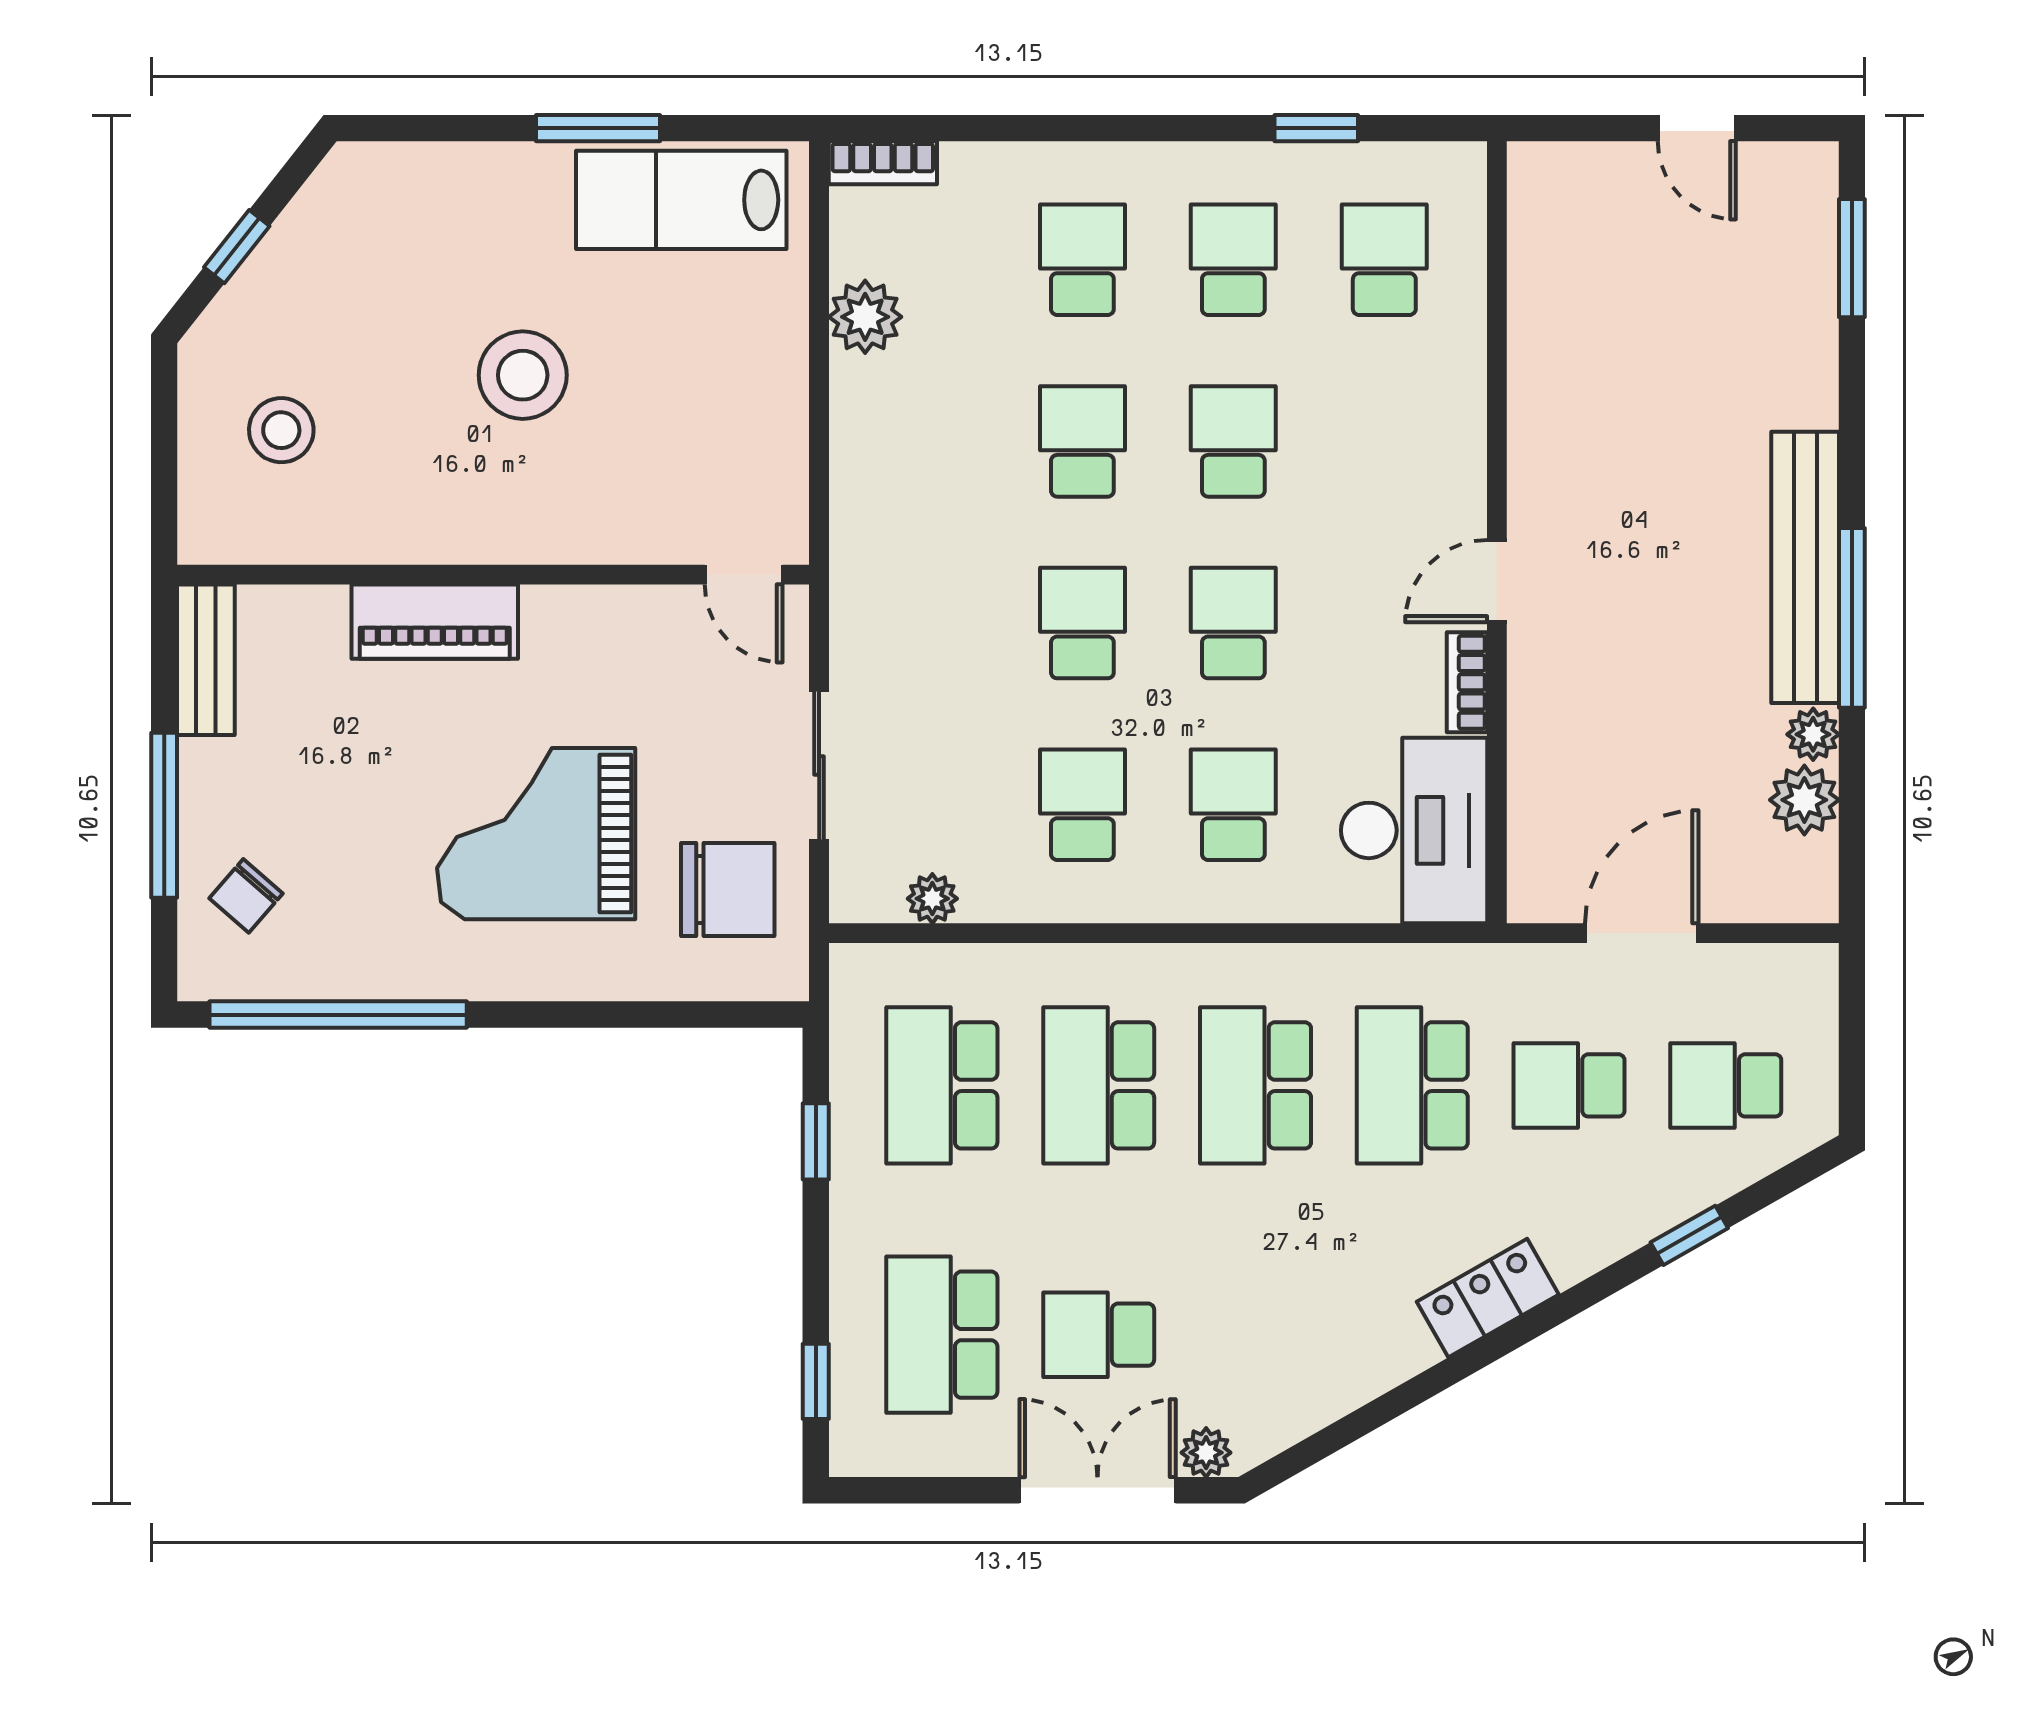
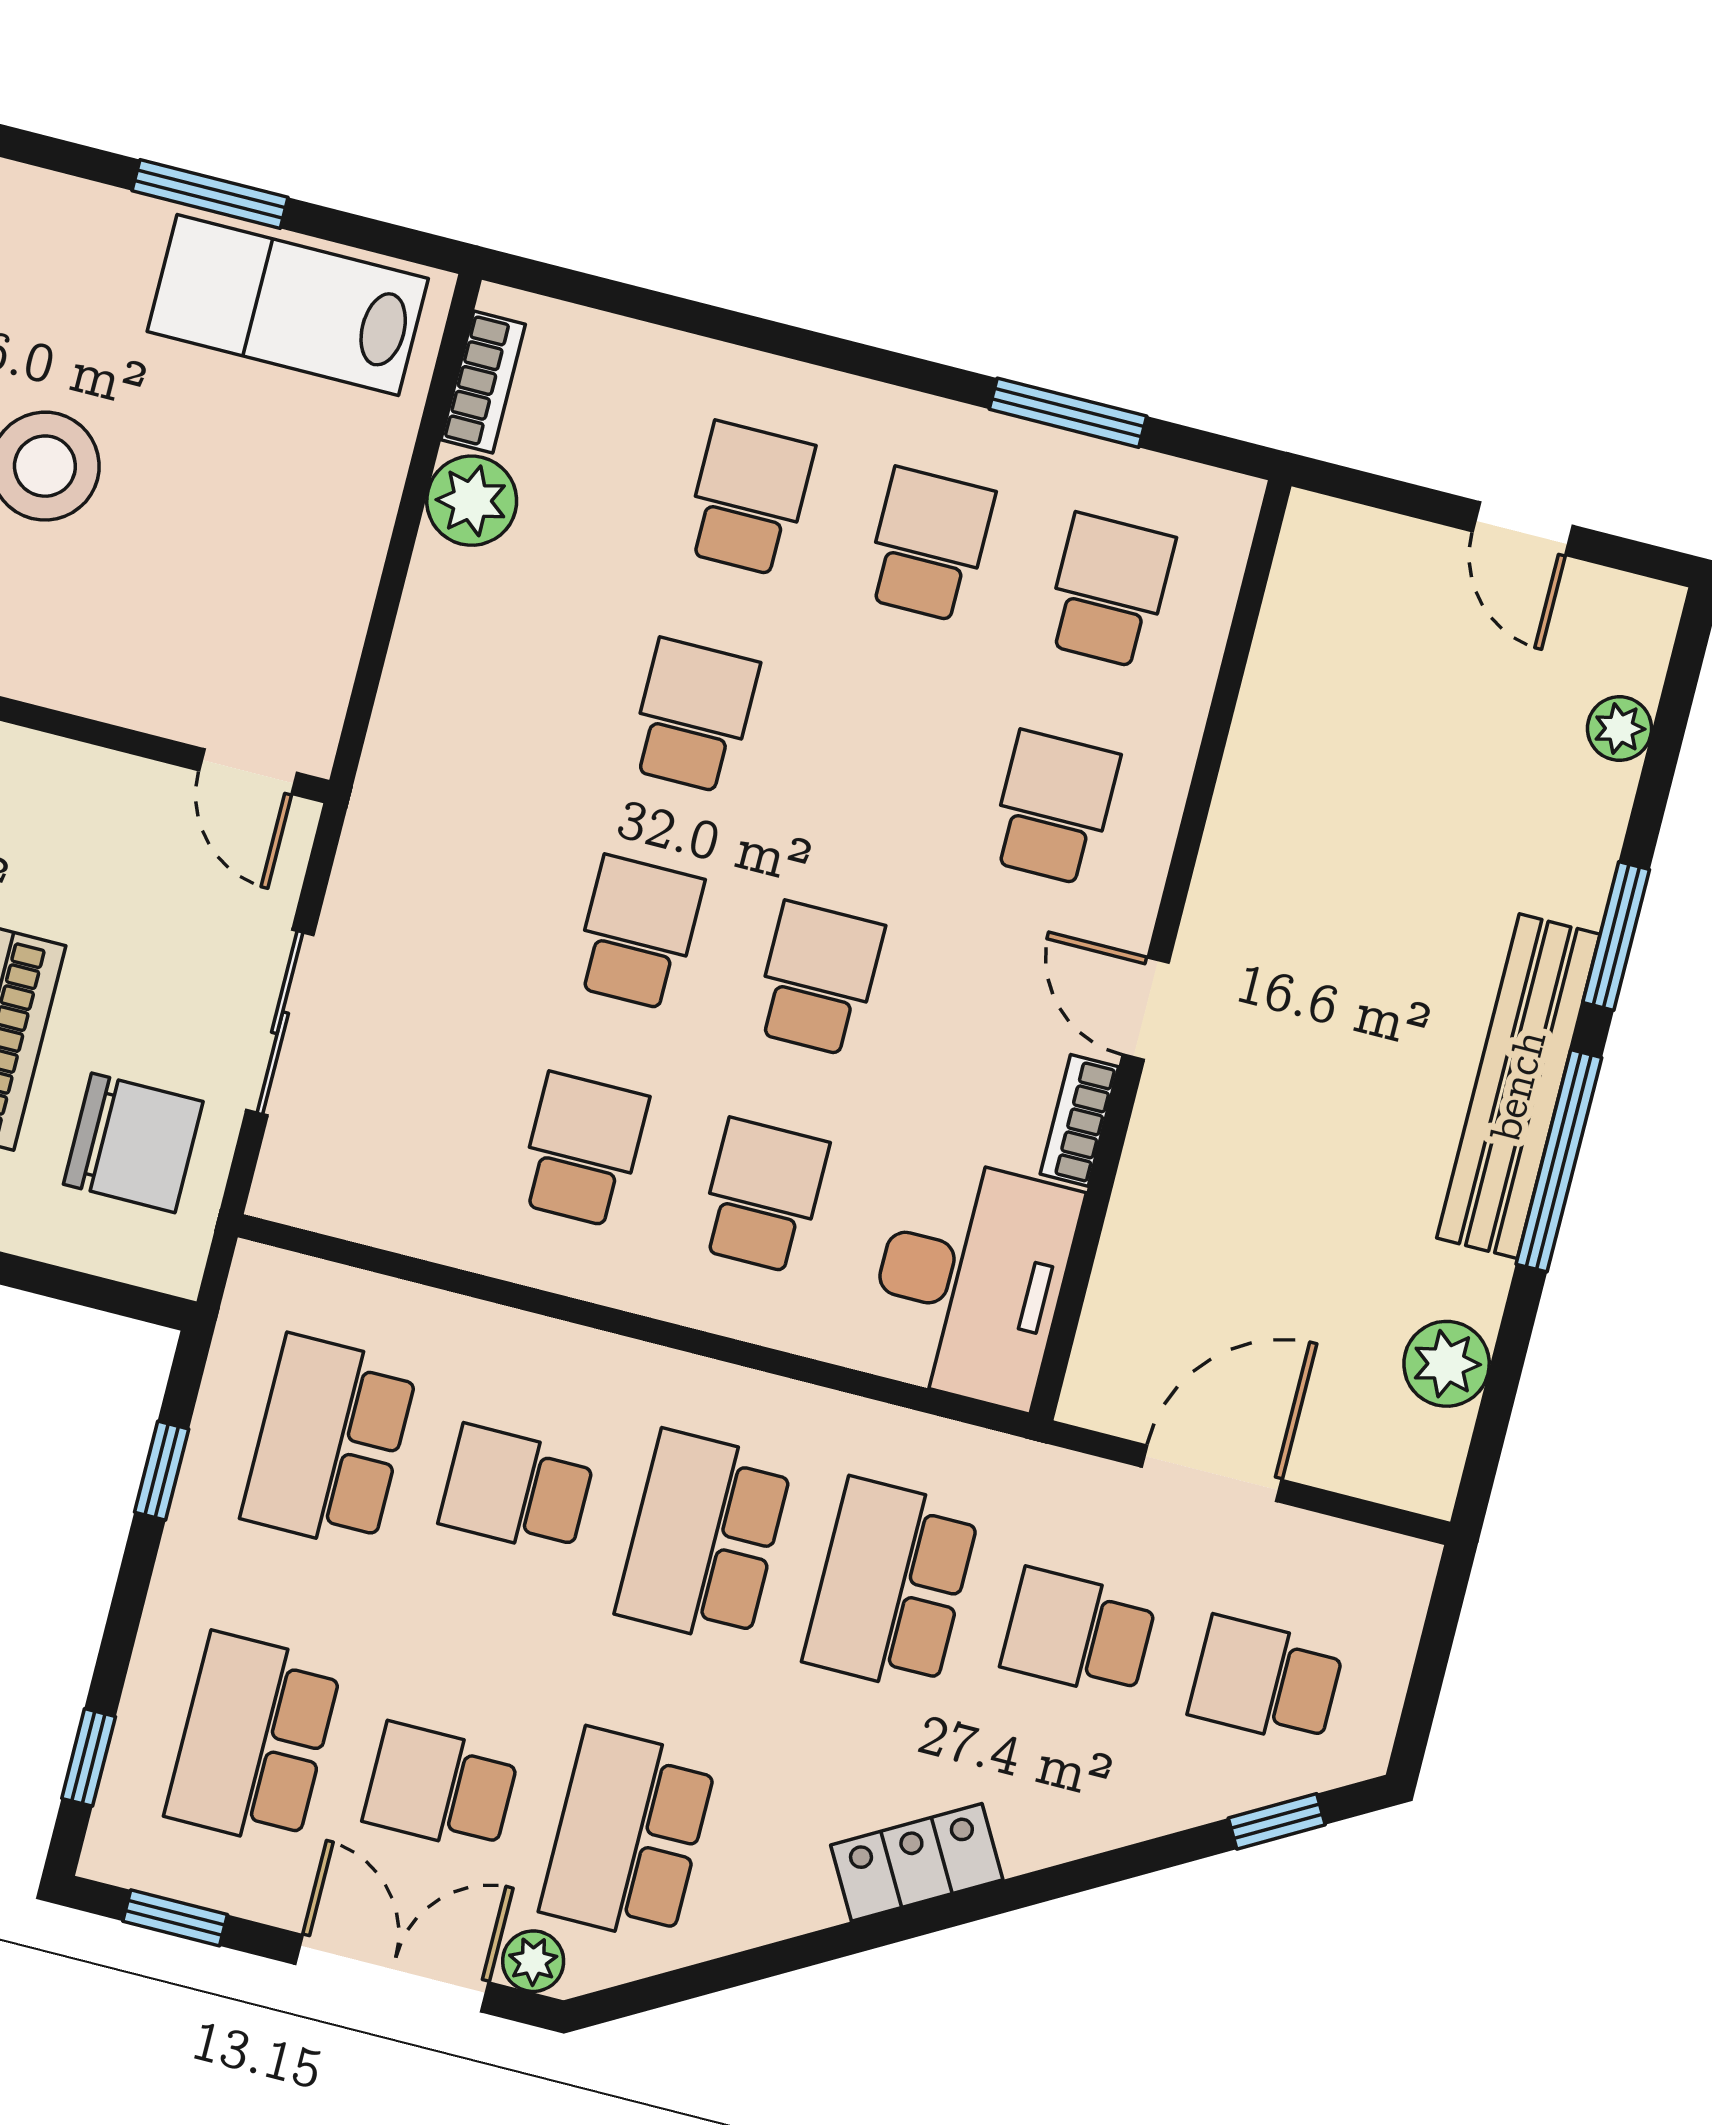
window: (1316, 128) -> (1068, 413), width x1.50
bookcase: (883, 163) -> (483, 382), moved, turned -90
window: (1852, 258) -> (1616, 936), moved
school desk: (1233, 441) -> (1054, 808), moved
door: (1497, 581) -> (1146, 1009), hinge flipped
plant: (1813, 734) -> (1620, 729), moved
plant: (932, 899) -> (375, 1216), removed
school desk: (1099, 1085) -> (517, 1490), width x0.54
window: (1689, 1235) -> (1277, 1821), moved
school desk: (1255, 1335) -> (628, 1835), added
window: (916, 1490) -> (175, 1918), added

